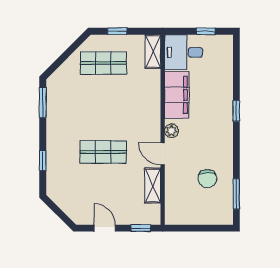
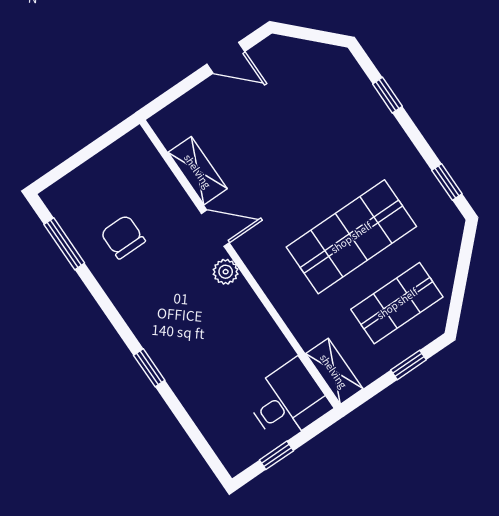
filing cabinet: (177, 95) -> (254, 331), removed
window: (43, 103) -> (447, 182), width x0.67
shop shelf: (103, 152) -> (351, 237), moved, width x1.43, depth x1.36
window: (141, 228) -> (172, 95), removed

